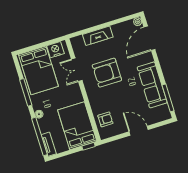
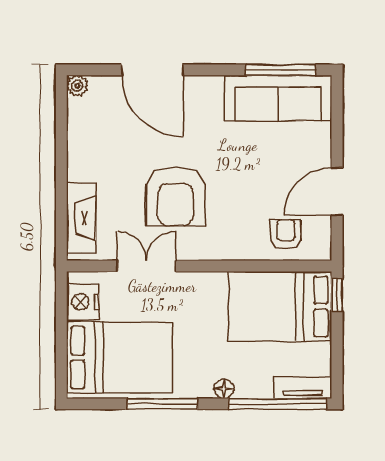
fireplace: (98, 36) -> (81, 218), moved
door: (149, 38) -> (152, 70), moved
double door: (77, 70) -> (146, 266), swing flipped
sofa: (152, 85) -> (278, 98), moved
door: (139, 131) -> (337, 191), moved

